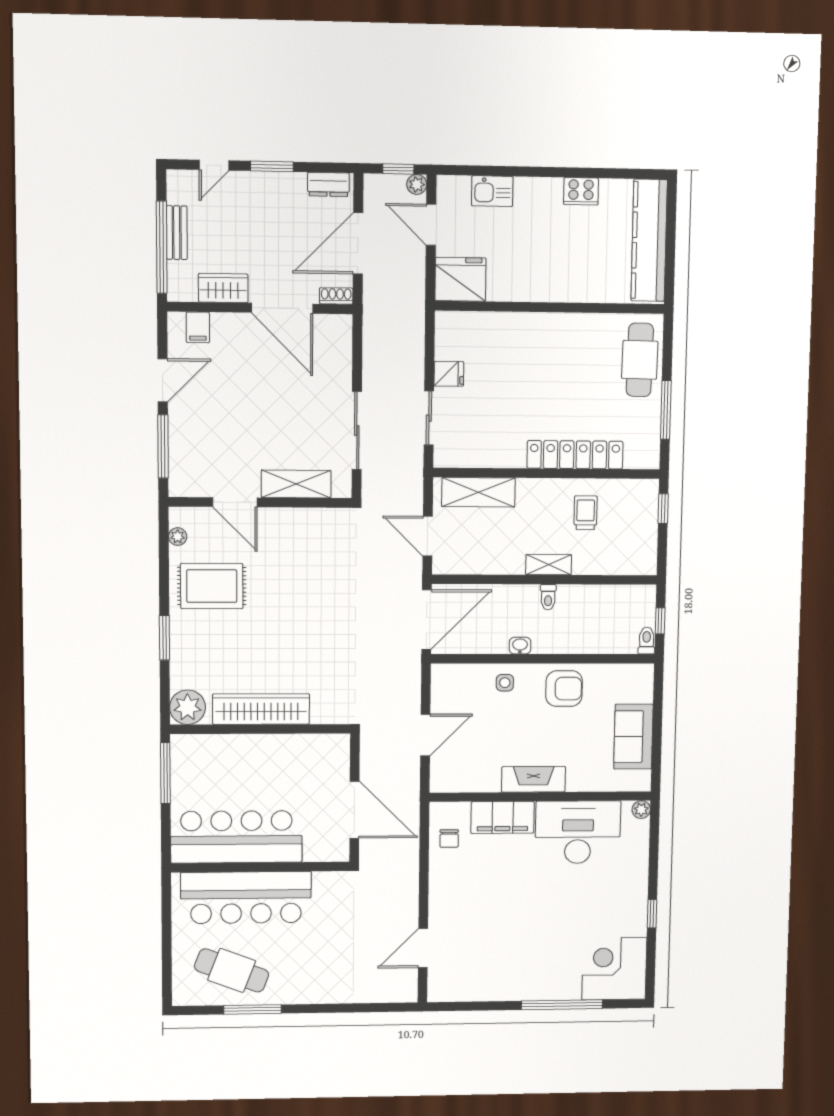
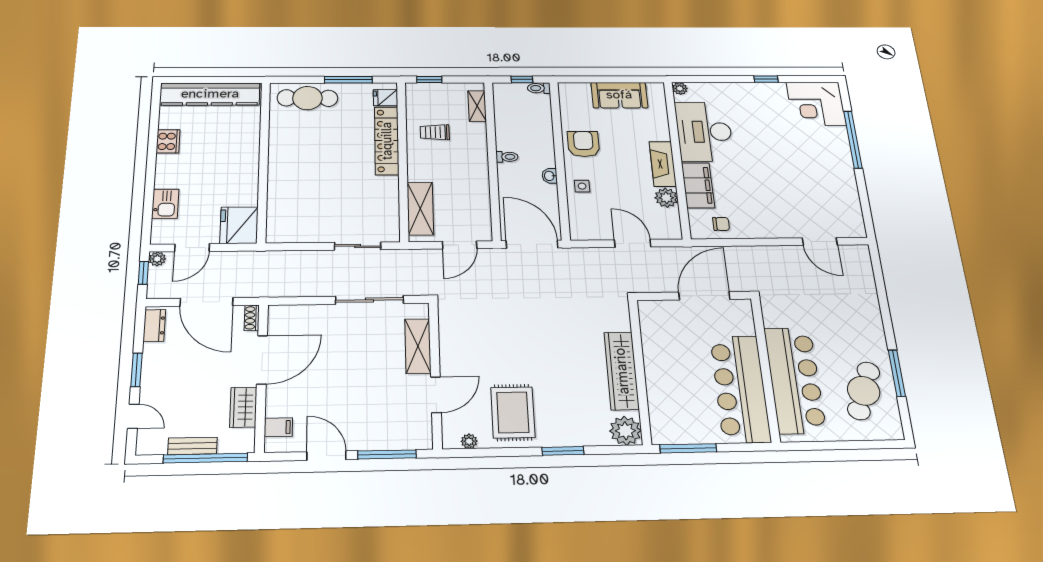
fridge: (449, 374) -> (385, 98), moved, turned -90
shelving: (549, 565) -> (477, 106), moved
plant: (486, 779) -> (666, 198), added

